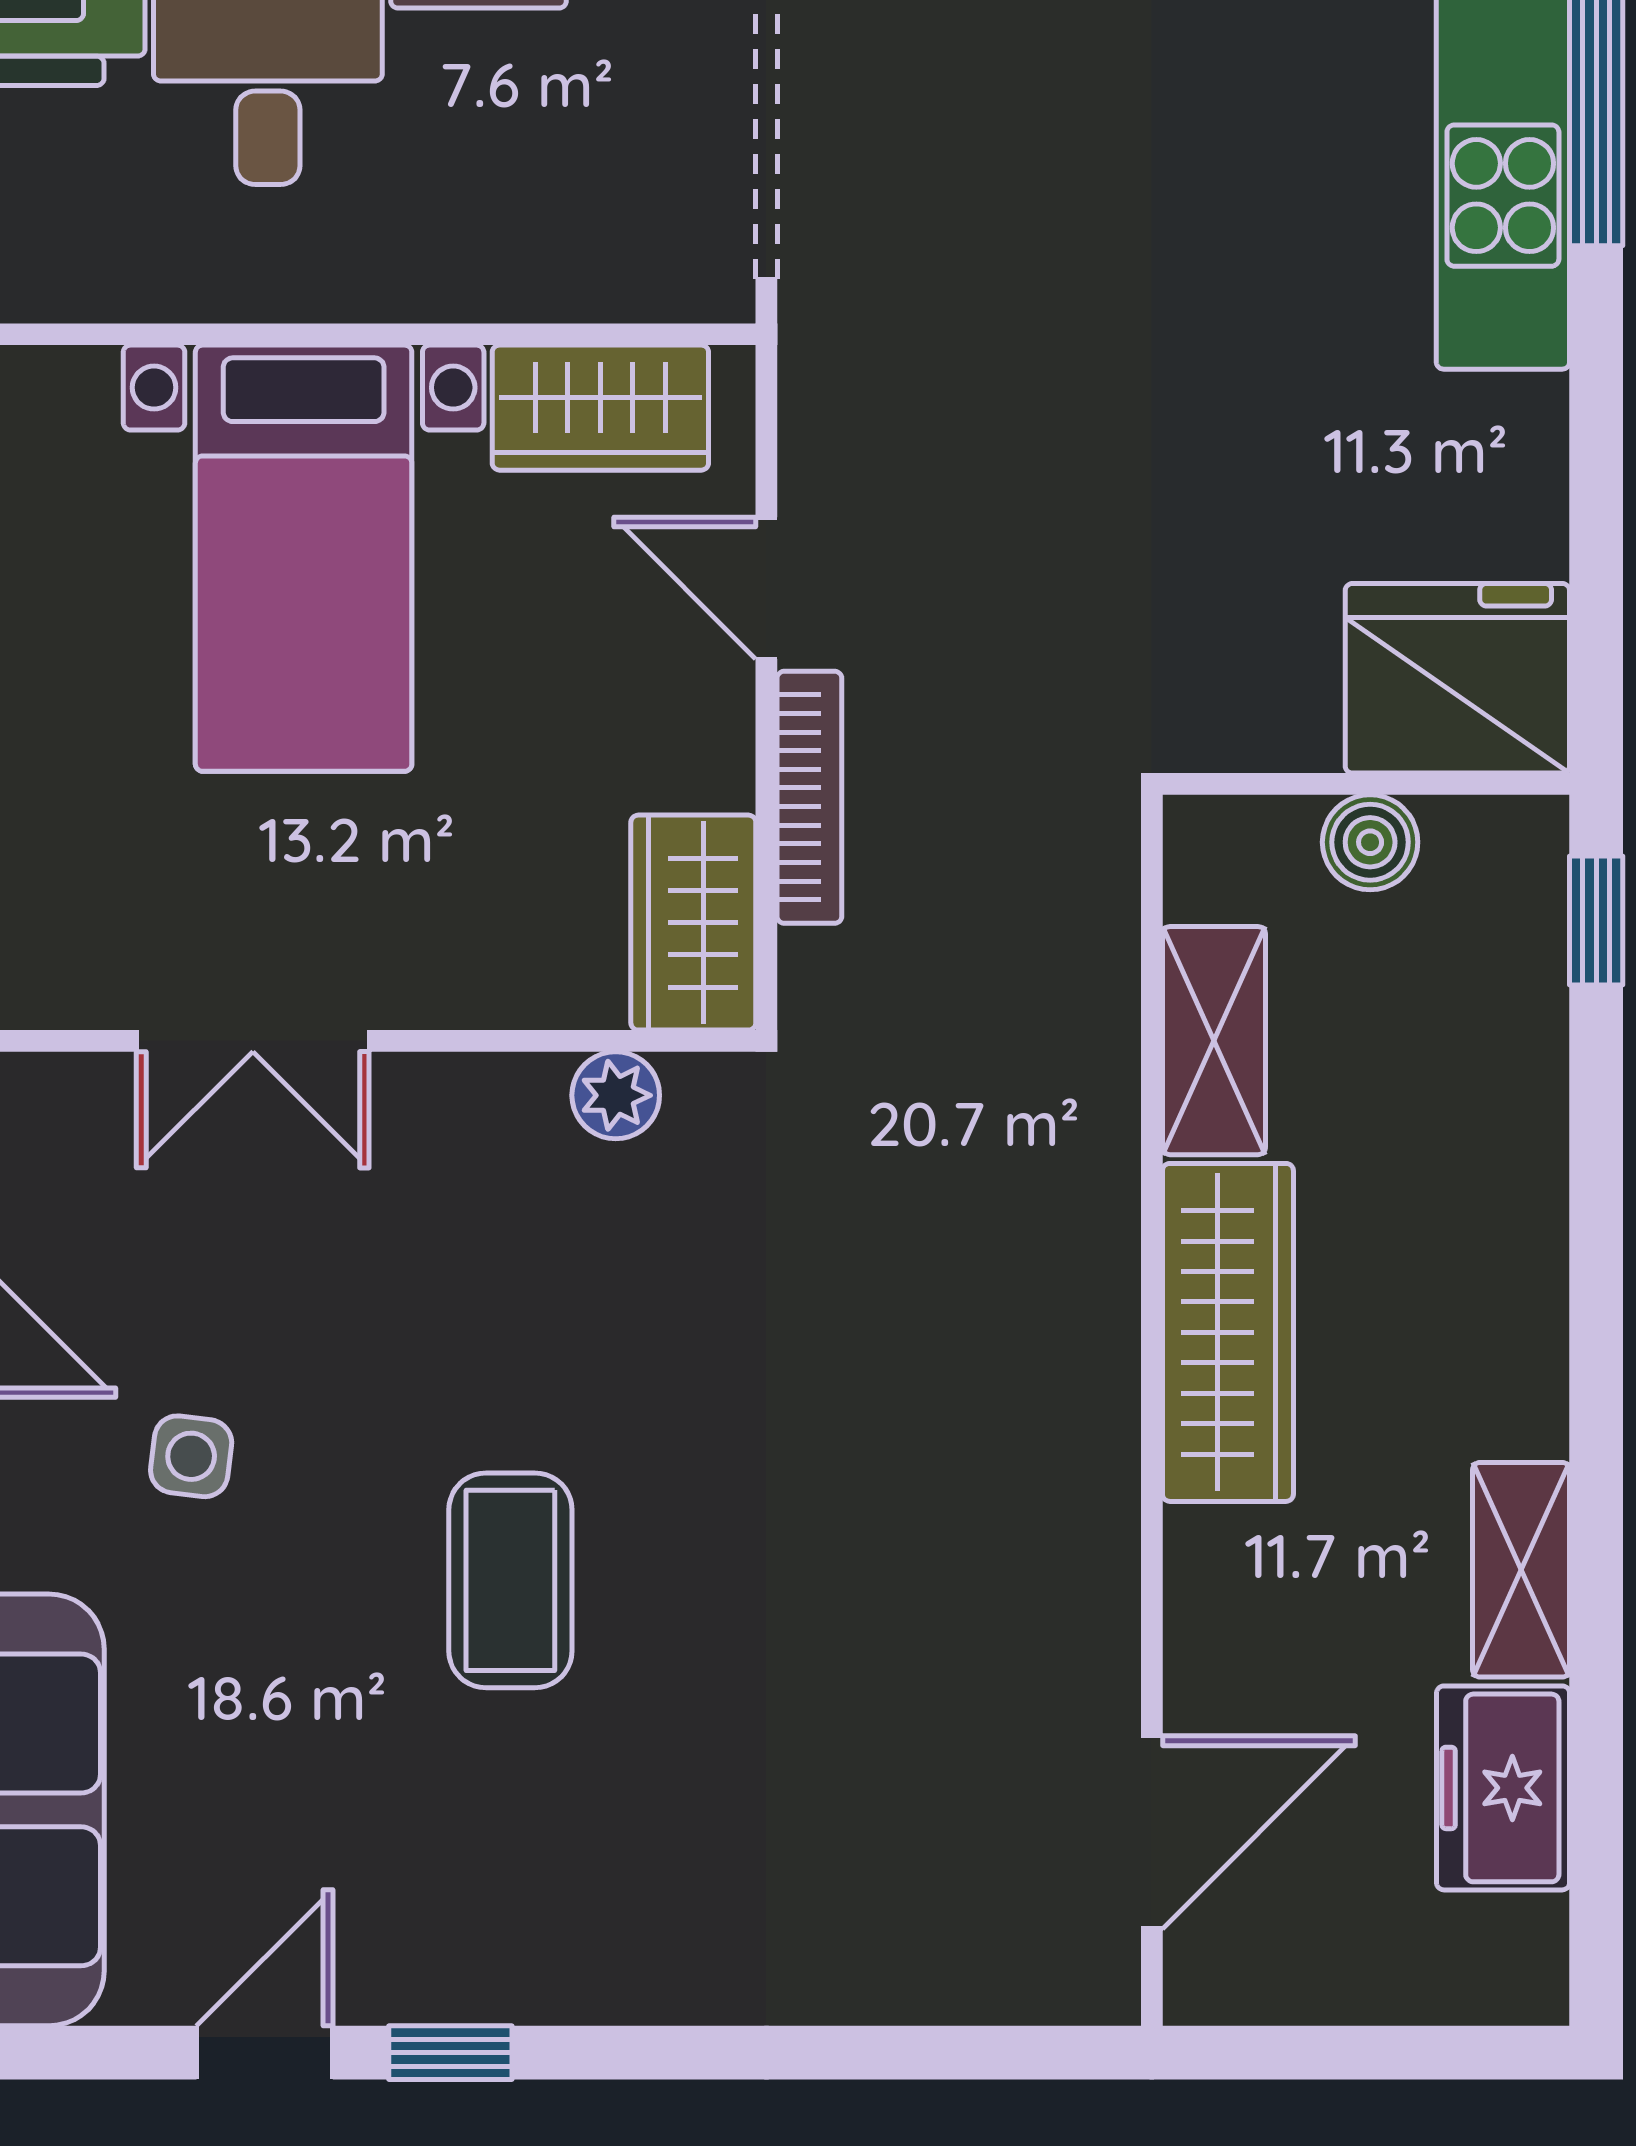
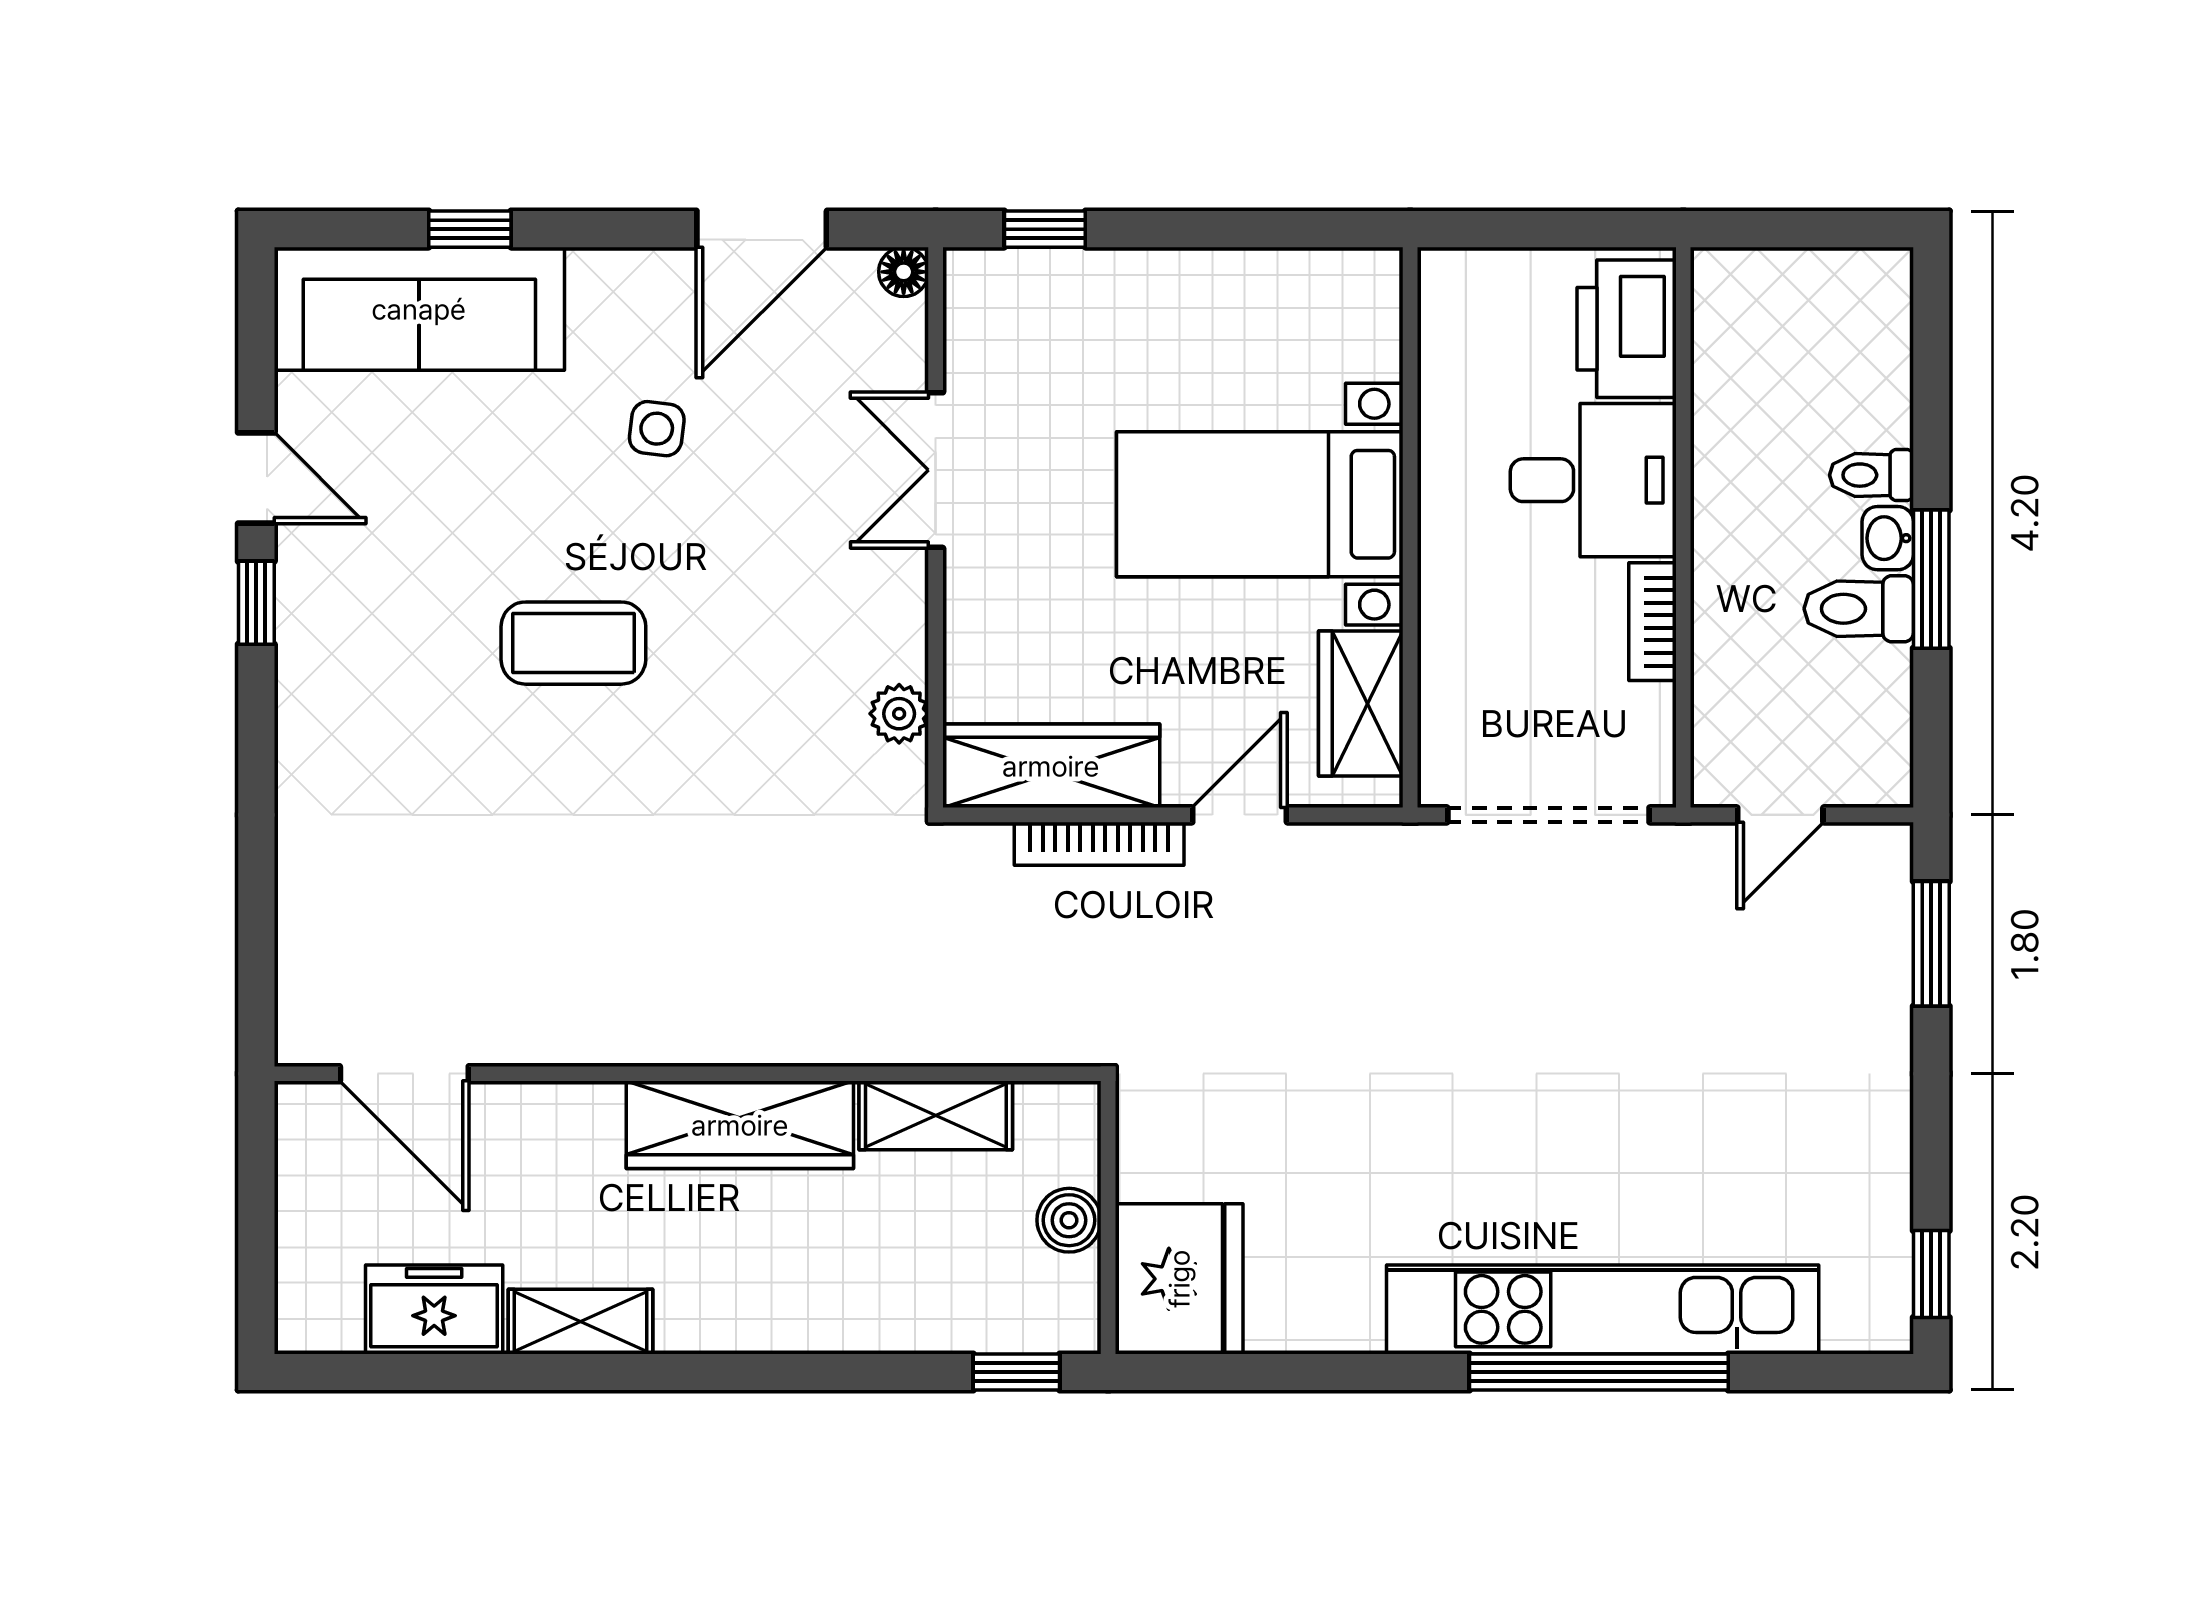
wardrobe: (693, 923) -> (1051, 766), width x1.50

